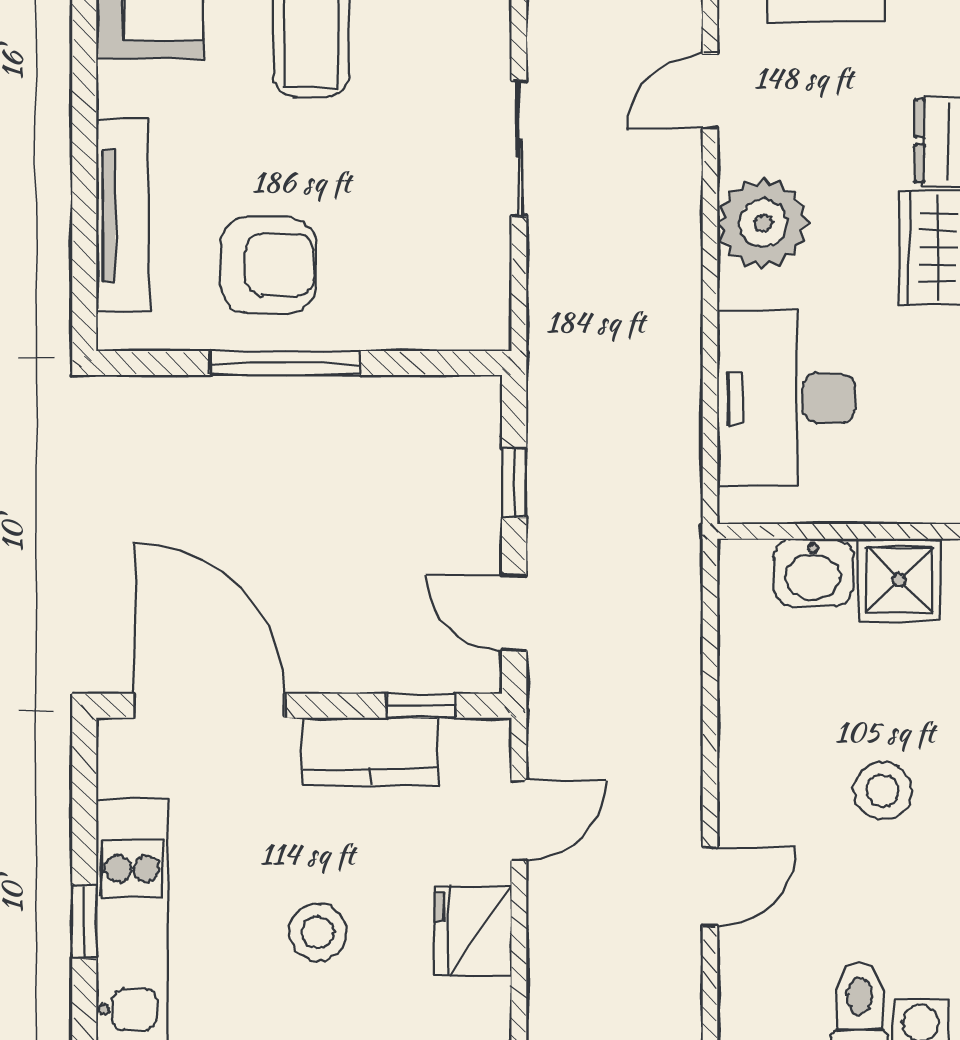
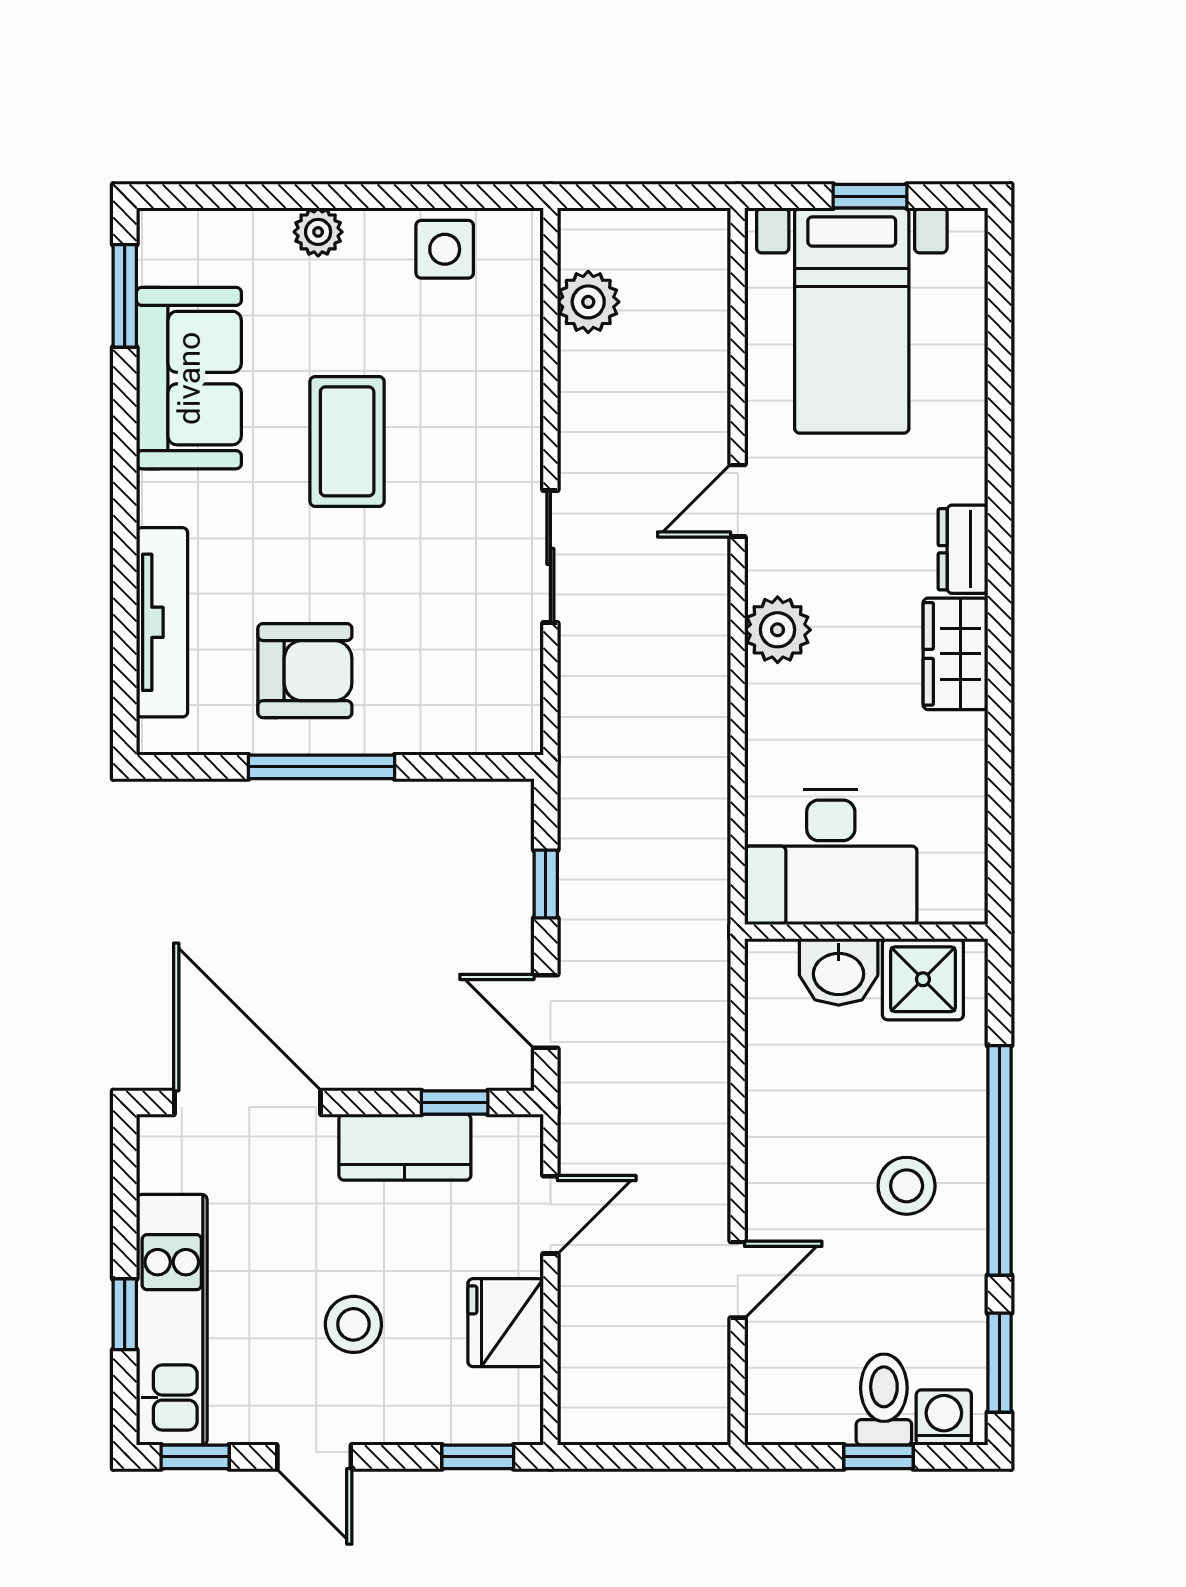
plant: (763, 223) -> (778, 630), width x0.73, depth x0.73
desk: (786, 398) -> (831, 857), moved, turned -90

